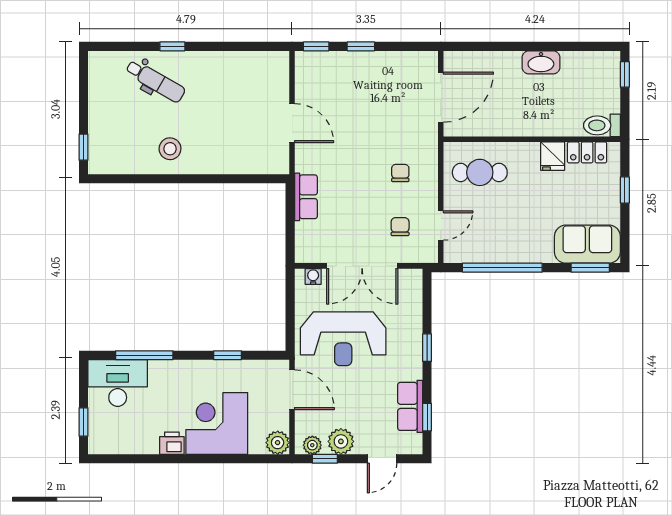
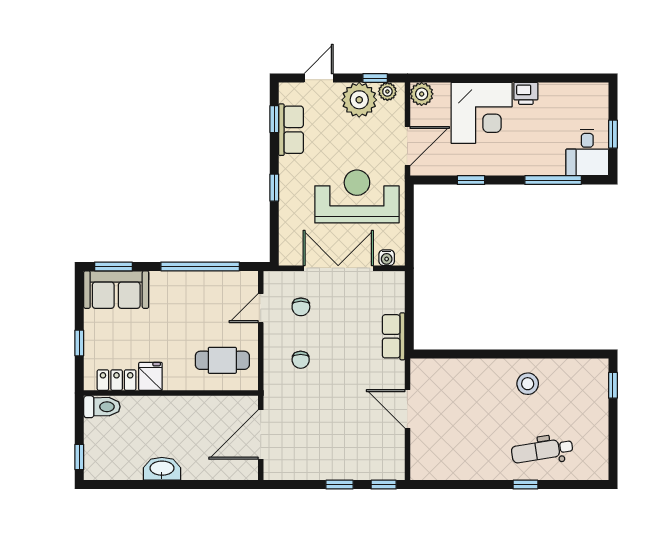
dental chair: (155, 81) -> (542, 450), turned -39
desk: (118, 383) -> (587, 153), width x0.73
door: (292, 390) -> (407, 146), swing flipped
window: (84, 422) -> (613, 134), moved
plant: (341, 441) -> (359, 100), width x1.36, depth x1.36

